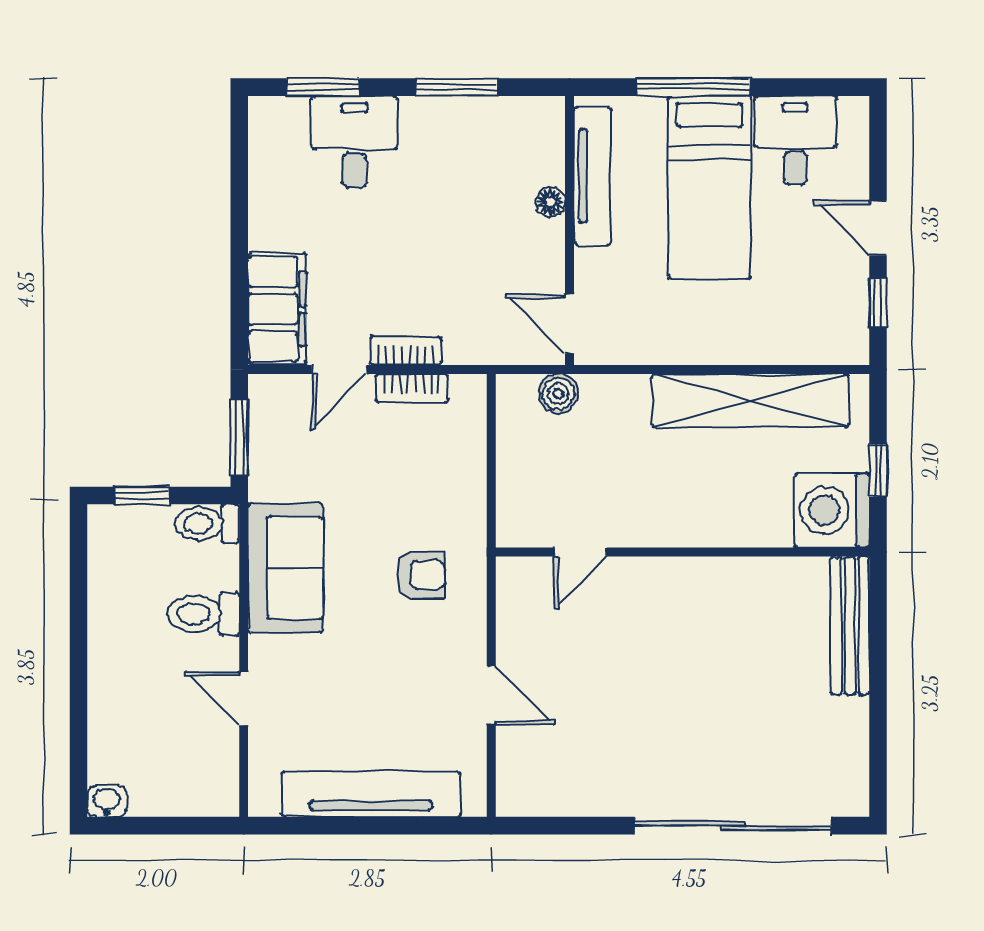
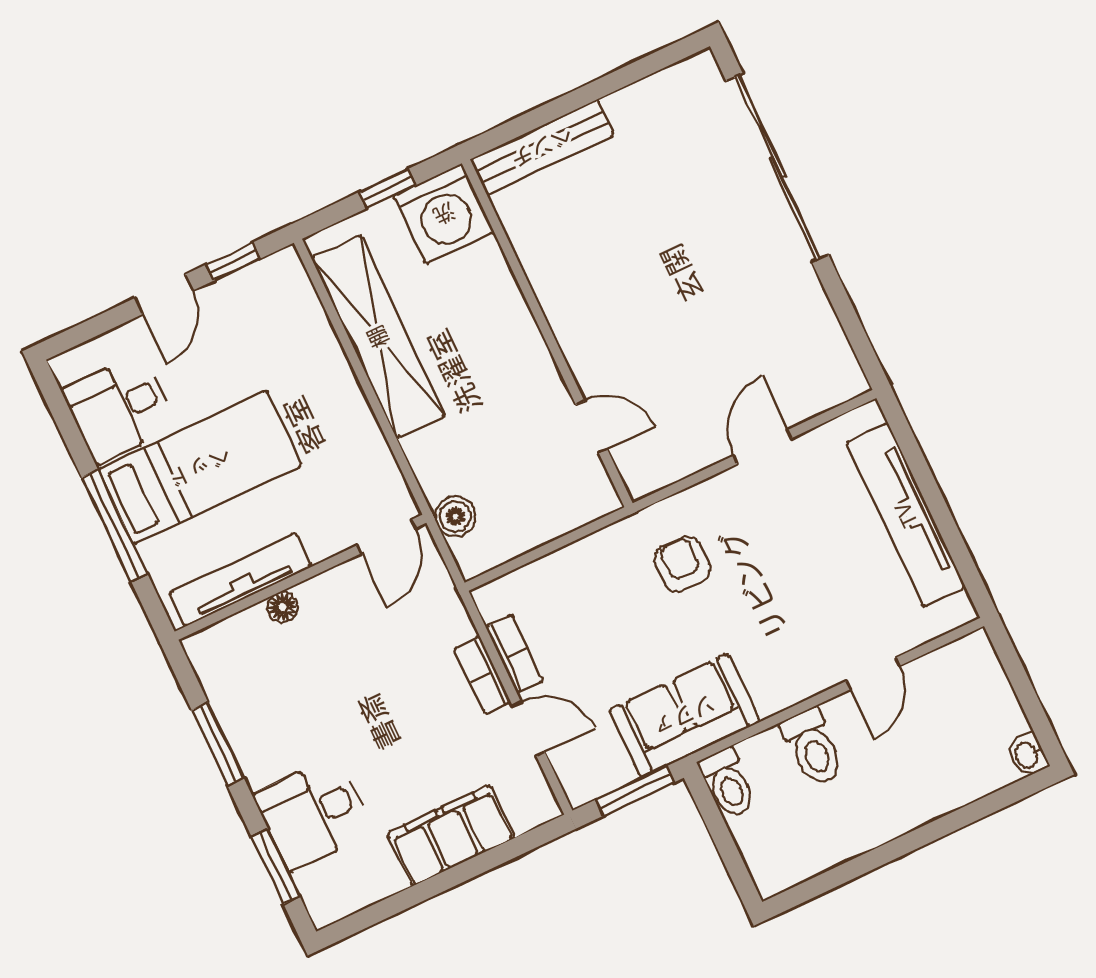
filing cabinet: (277, 309) -> (451, 835), moved
window: (142, 495) -> (731, 856), removed
sofa: (285, 568) -> (684, 716), moved

